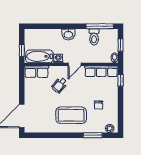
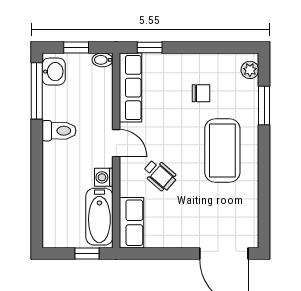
washbasin: (68, 34) -> (54, 72), moved
toilet: (94, 37) -> (59, 131), moved

